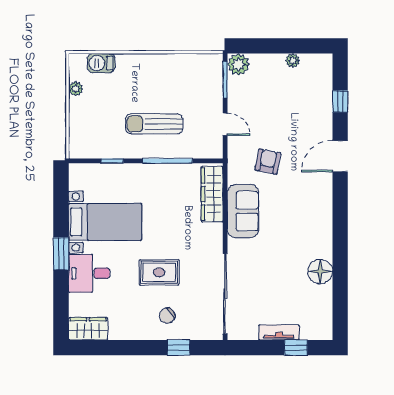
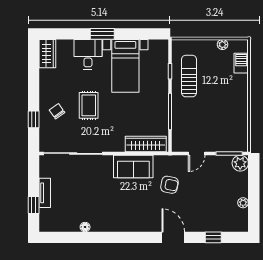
sun lounger: (154, 124) -> (189, 76), moved
floor lamp: (320, 271) -> (85, 227), width x0.53, depth x0.53

